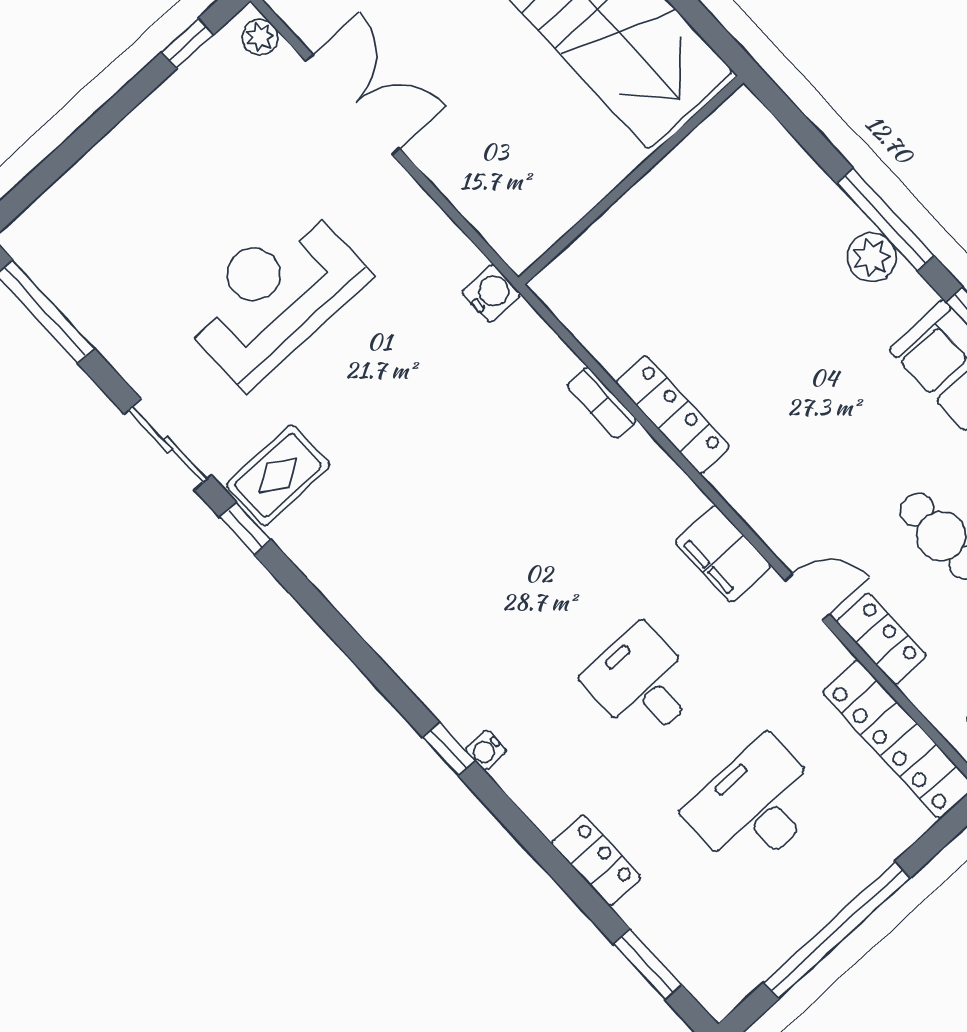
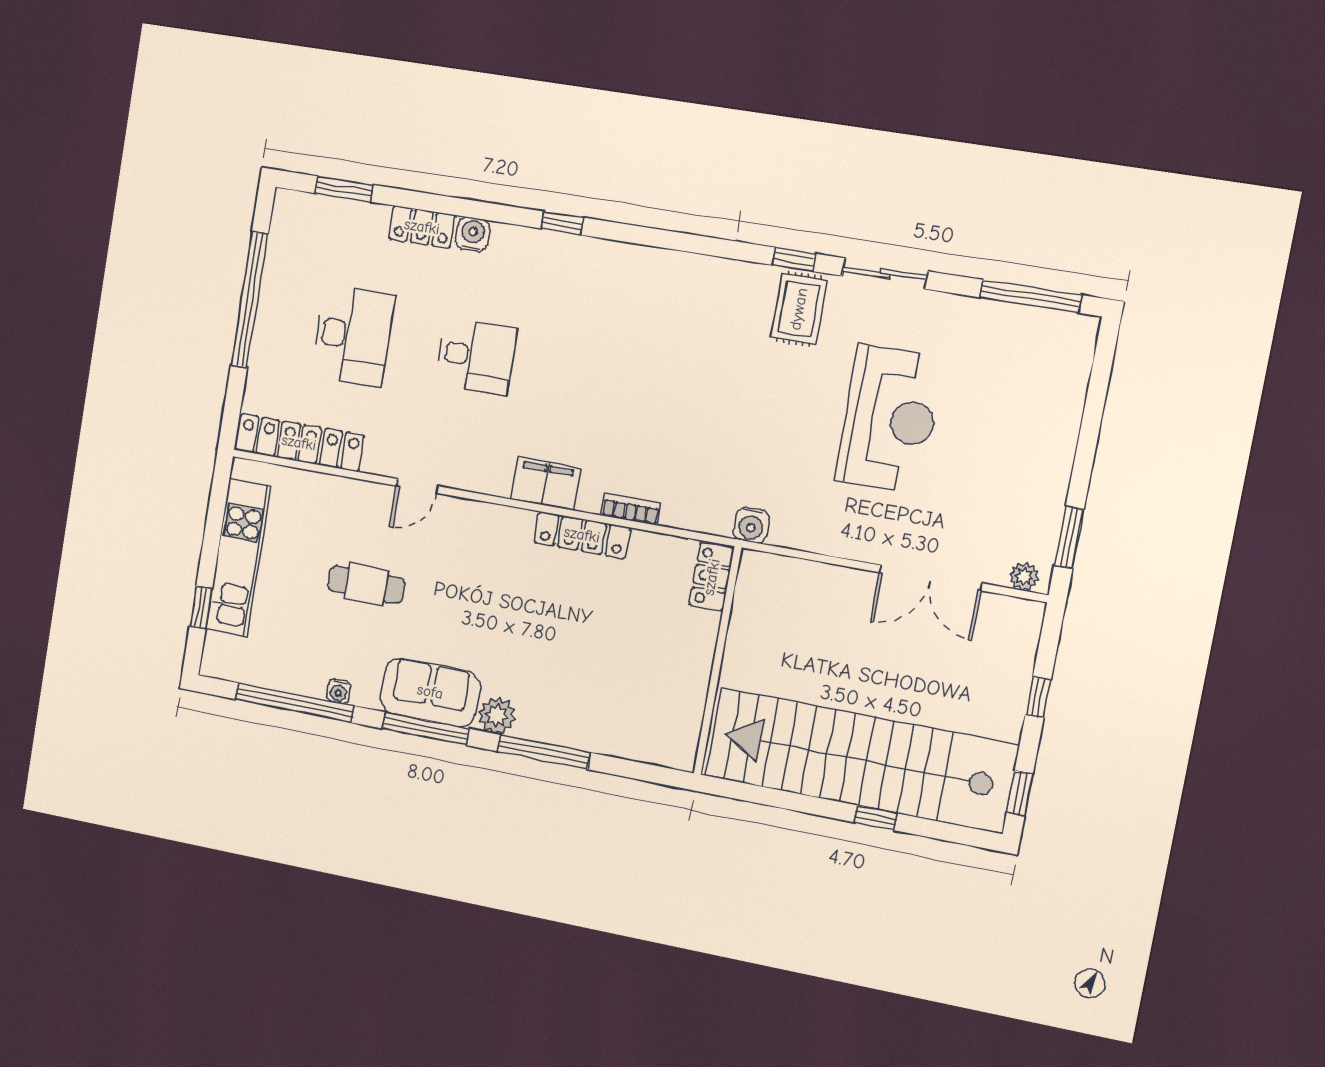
window: (187, 44) -> (1069, 537), width x1.50
plant: (872, 257) -> (497, 715), moved
filing cabinet: (723, 554) -> (546, 484), moved
locker: (882, 639) -> (712, 577), moved, turned 90
water cooler: (486, 750) -> (473, 234), moved, width x1.38, depth x1.38

